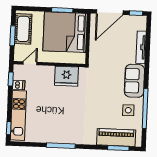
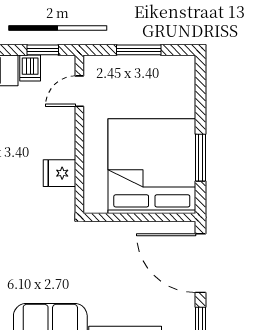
cot: (23, 29) -> (155, 73), removed
door: (30, 63) -> (79, 91), swing flipped
fridge: (66, 76) -> (60, 173), width x0.53, depth x0.75

